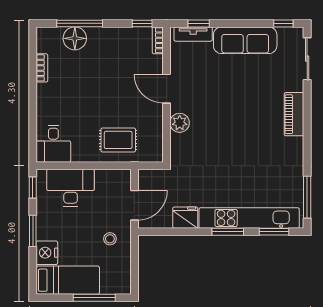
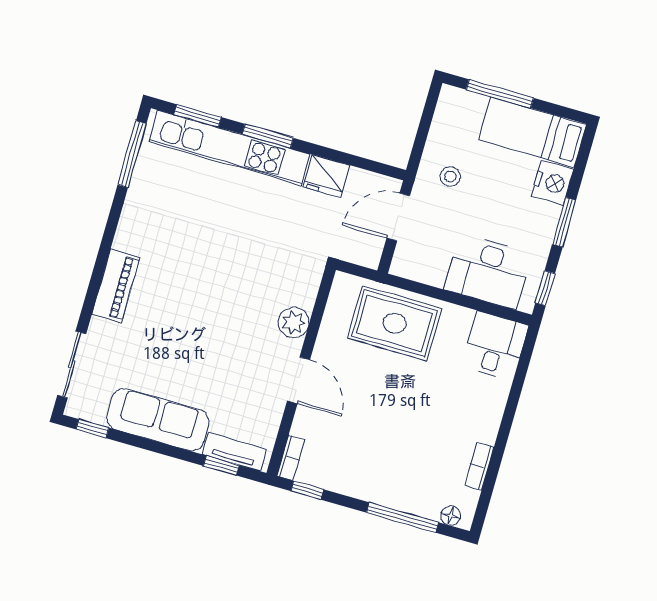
floor lamp: (75, 38) -> (451, 516), moved, width x0.53, depth x0.53
rug: (118, 140) -> (395, 323), width x1.36, depth x1.43

